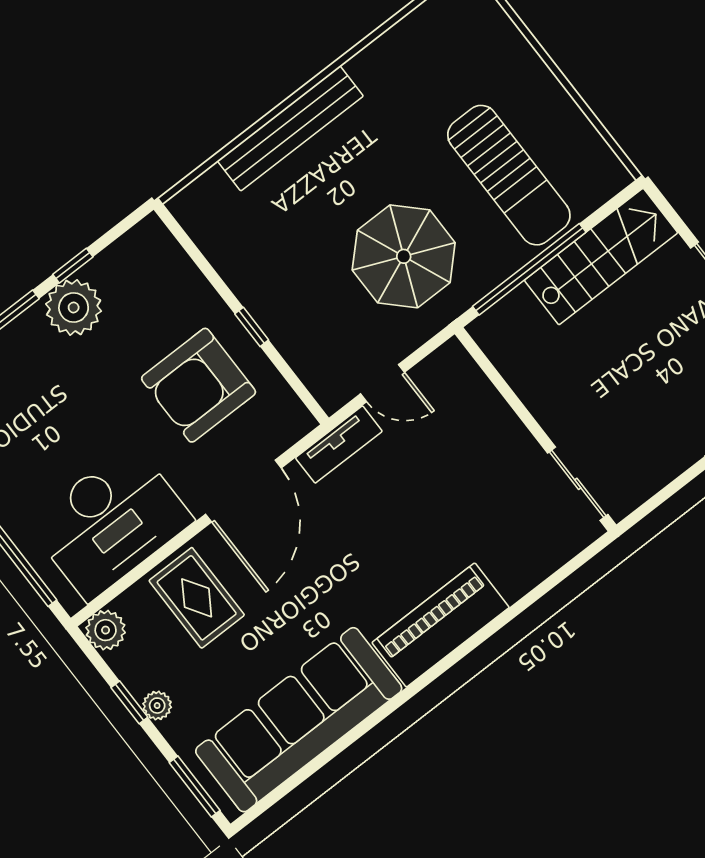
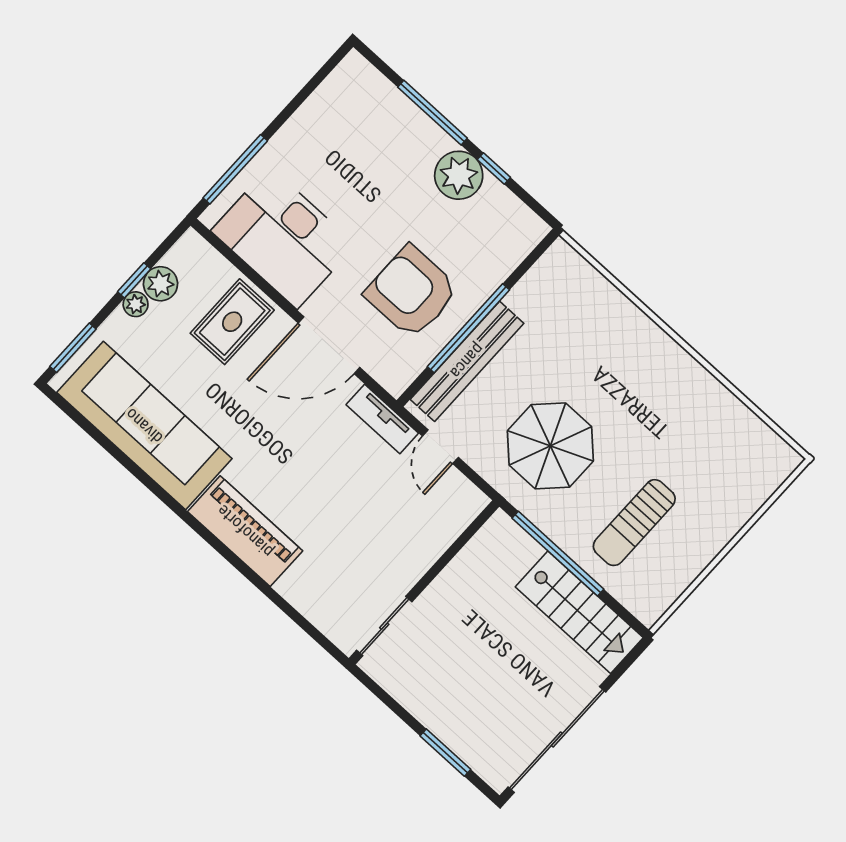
bench: (290, 128) -> (467, 361), moved, turned 90
sun lounger: (509, 175) -> (634, 523), width x0.73, depth x0.75
window: (252, 327) -> (468, 328), width x3.17
plant: (106, 630) -> (161, 284), moved

